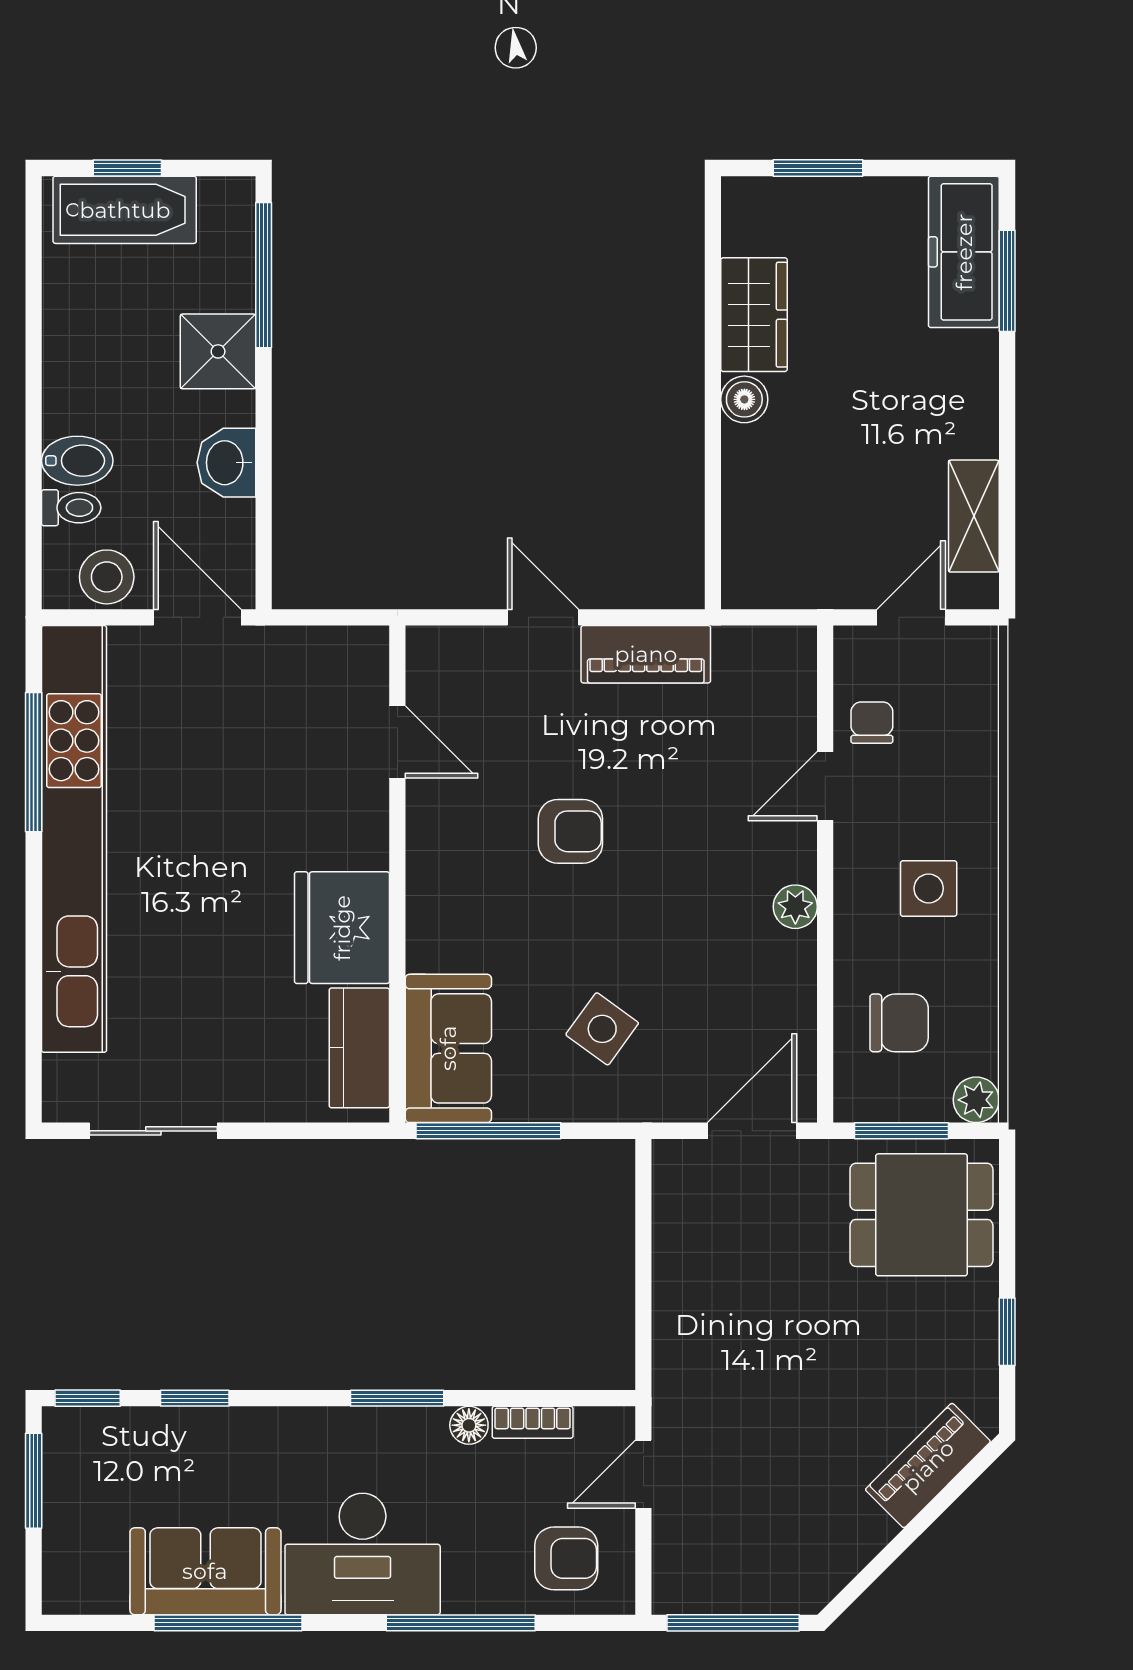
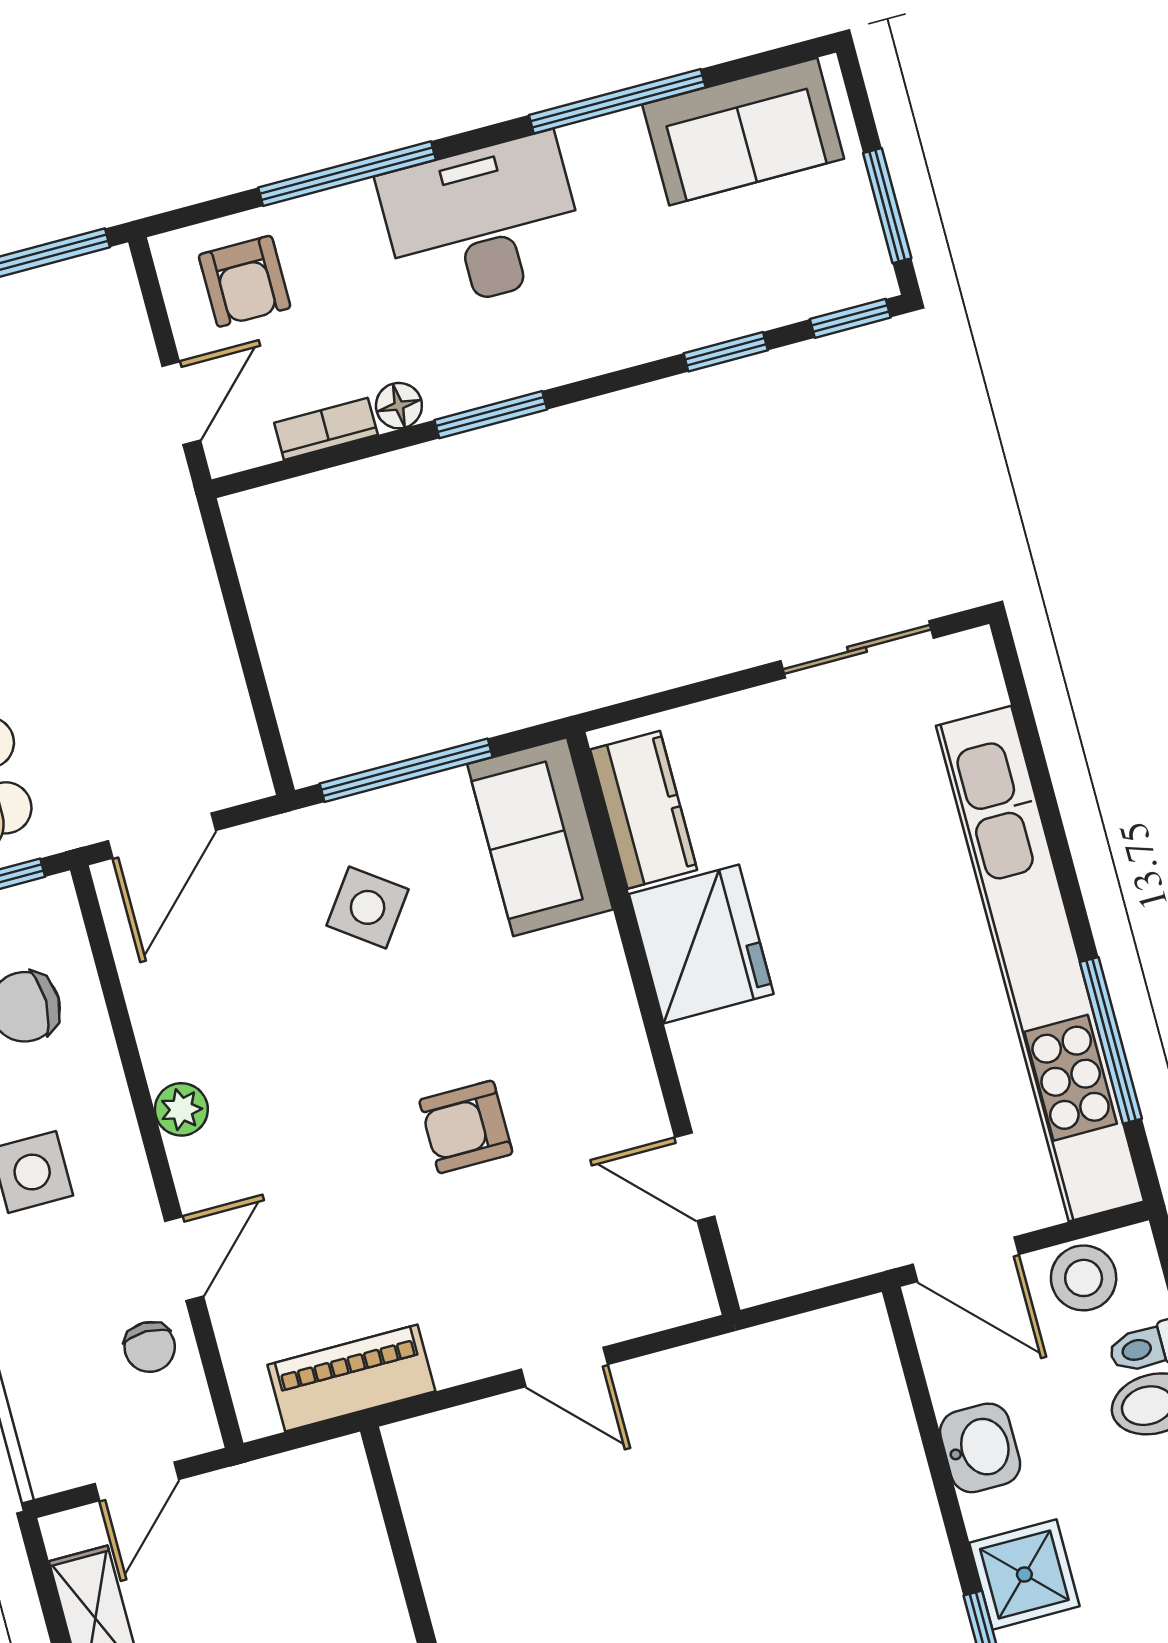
piano: (646, 654) -> (351, 1378), moved
window: (488, 1131) -> (406, 770), moved
armchair: (566, 1558) -> (245, 281), turned -90
sofa: (205, 1571) -> (743, 132), moved

